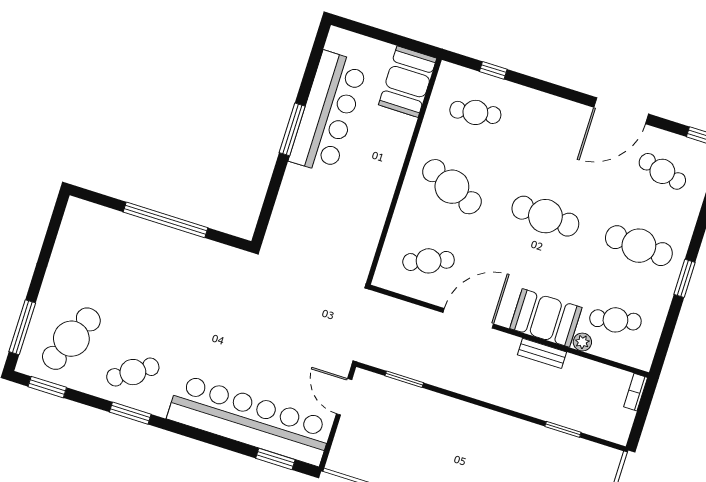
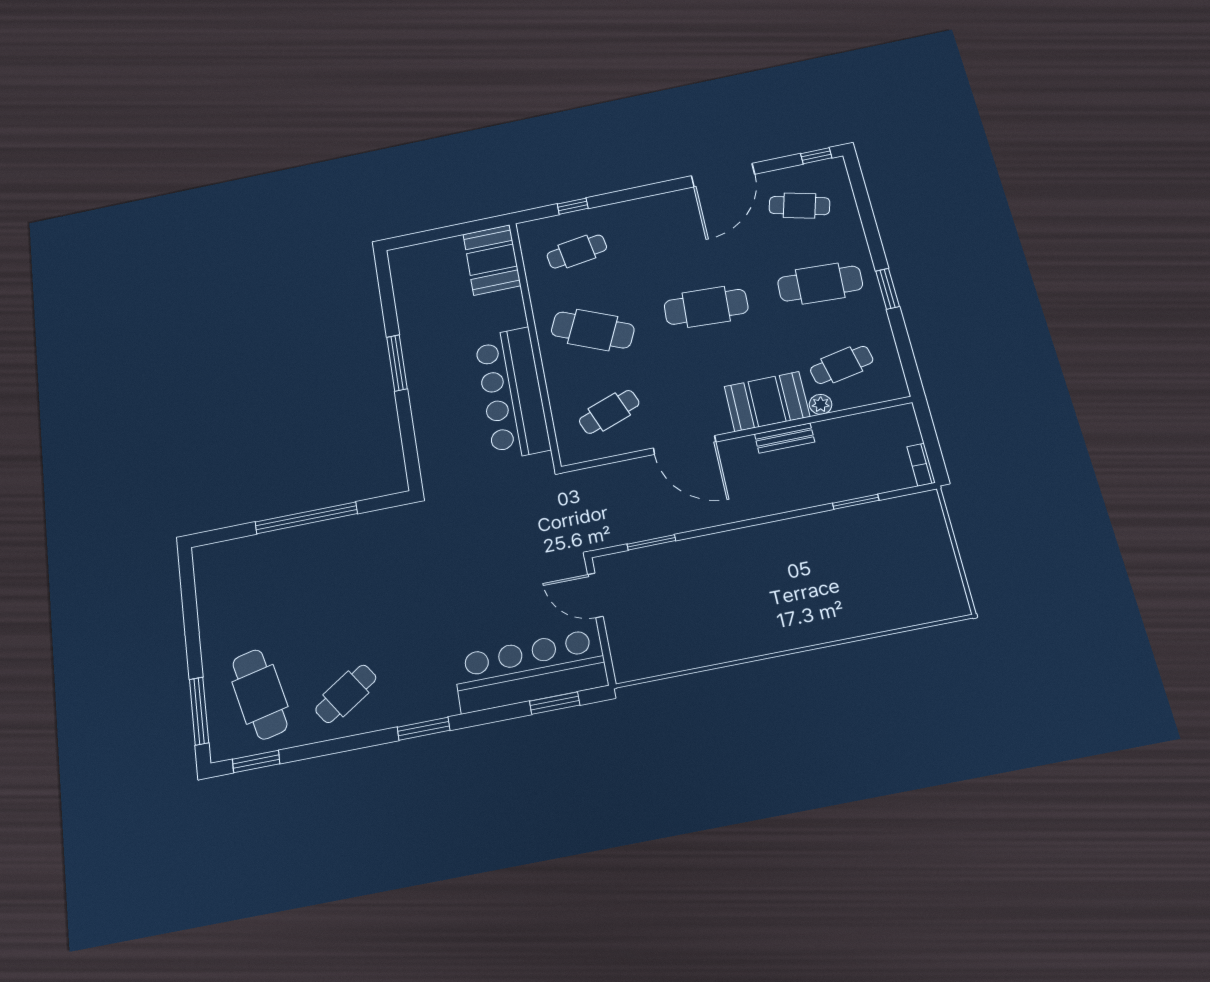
bar counter: (328, 112) -> (512, 393), moved, turned 180
door: (468, 318) -> (685, 445), swing flipped
cafe table: (71, 339) -> (260, 694), turned -37
bookcase: (636, 392) -> (921, 465), moved
window: (130, 413) -> (424, 729), moved
bar counter: (250, 420) -> (530, 671), width x0.73

